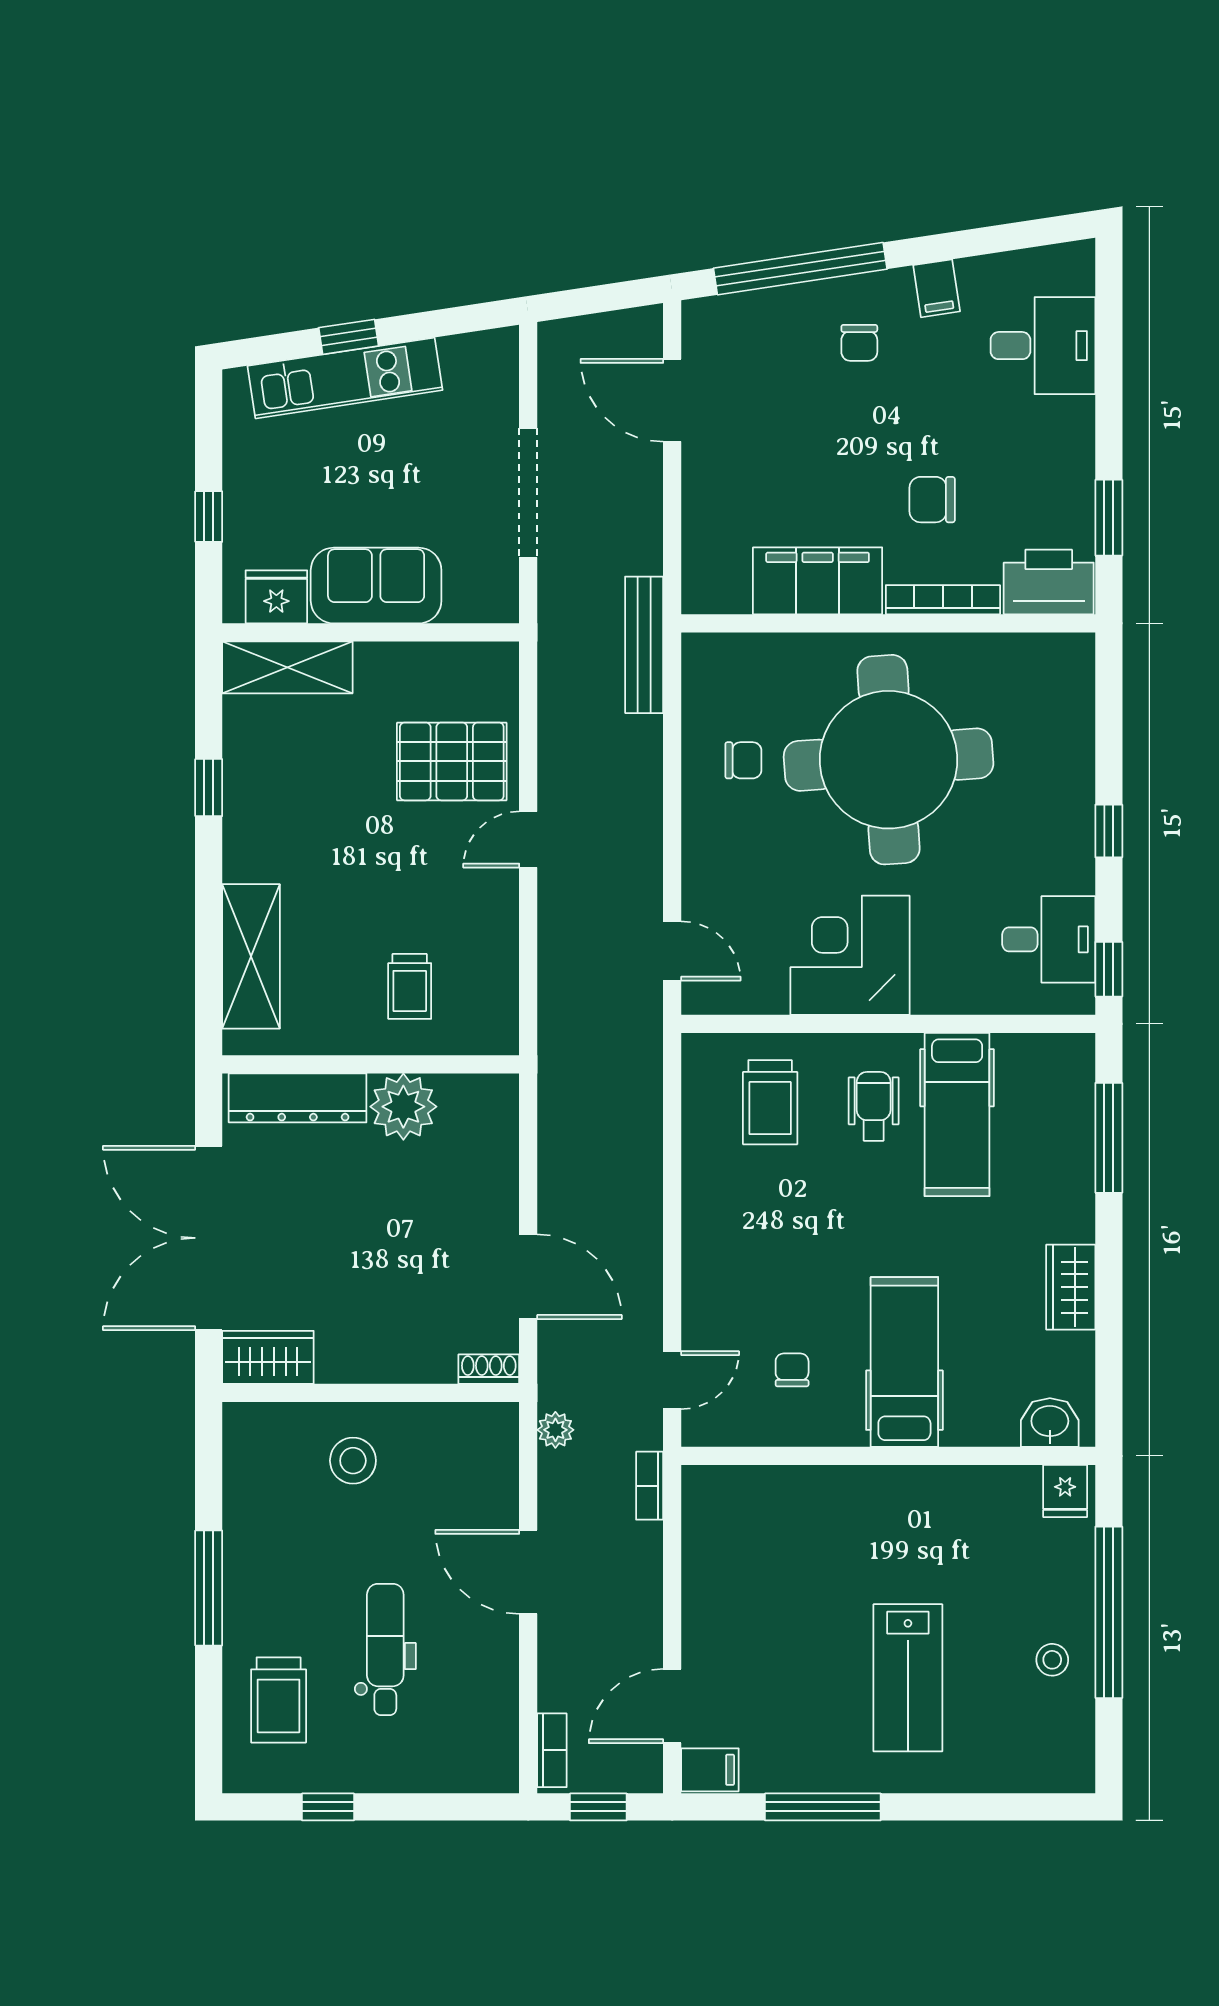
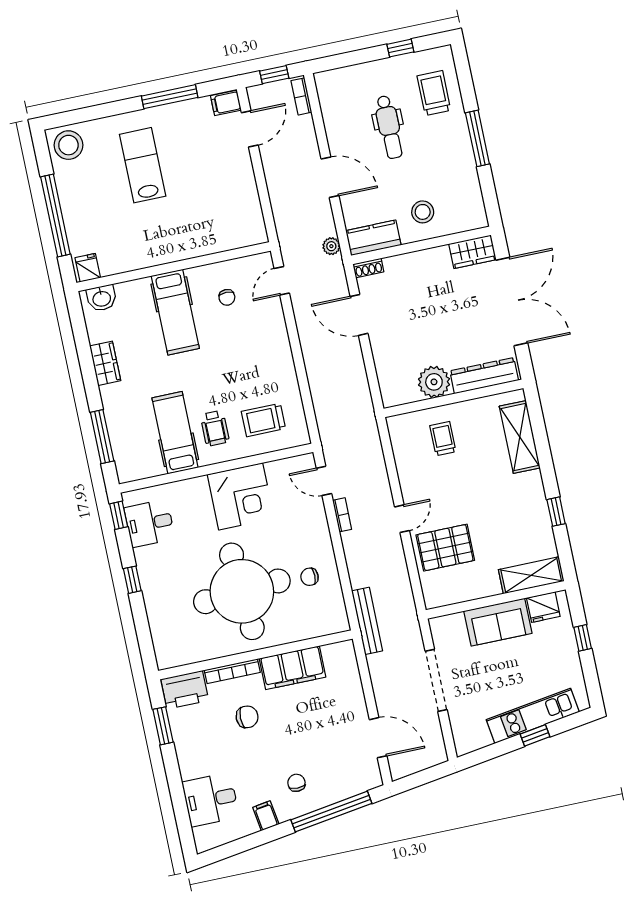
trolley: (770, 1102) -> (263, 420), turned -90
kitchen counter: (465, 1429) -> (373, 238), added
bookcase: (650, 1486) -> (342, 515), moved
stool: (1052, 1660) -> (68, 145), moved, width x1.89, depth x1.89

